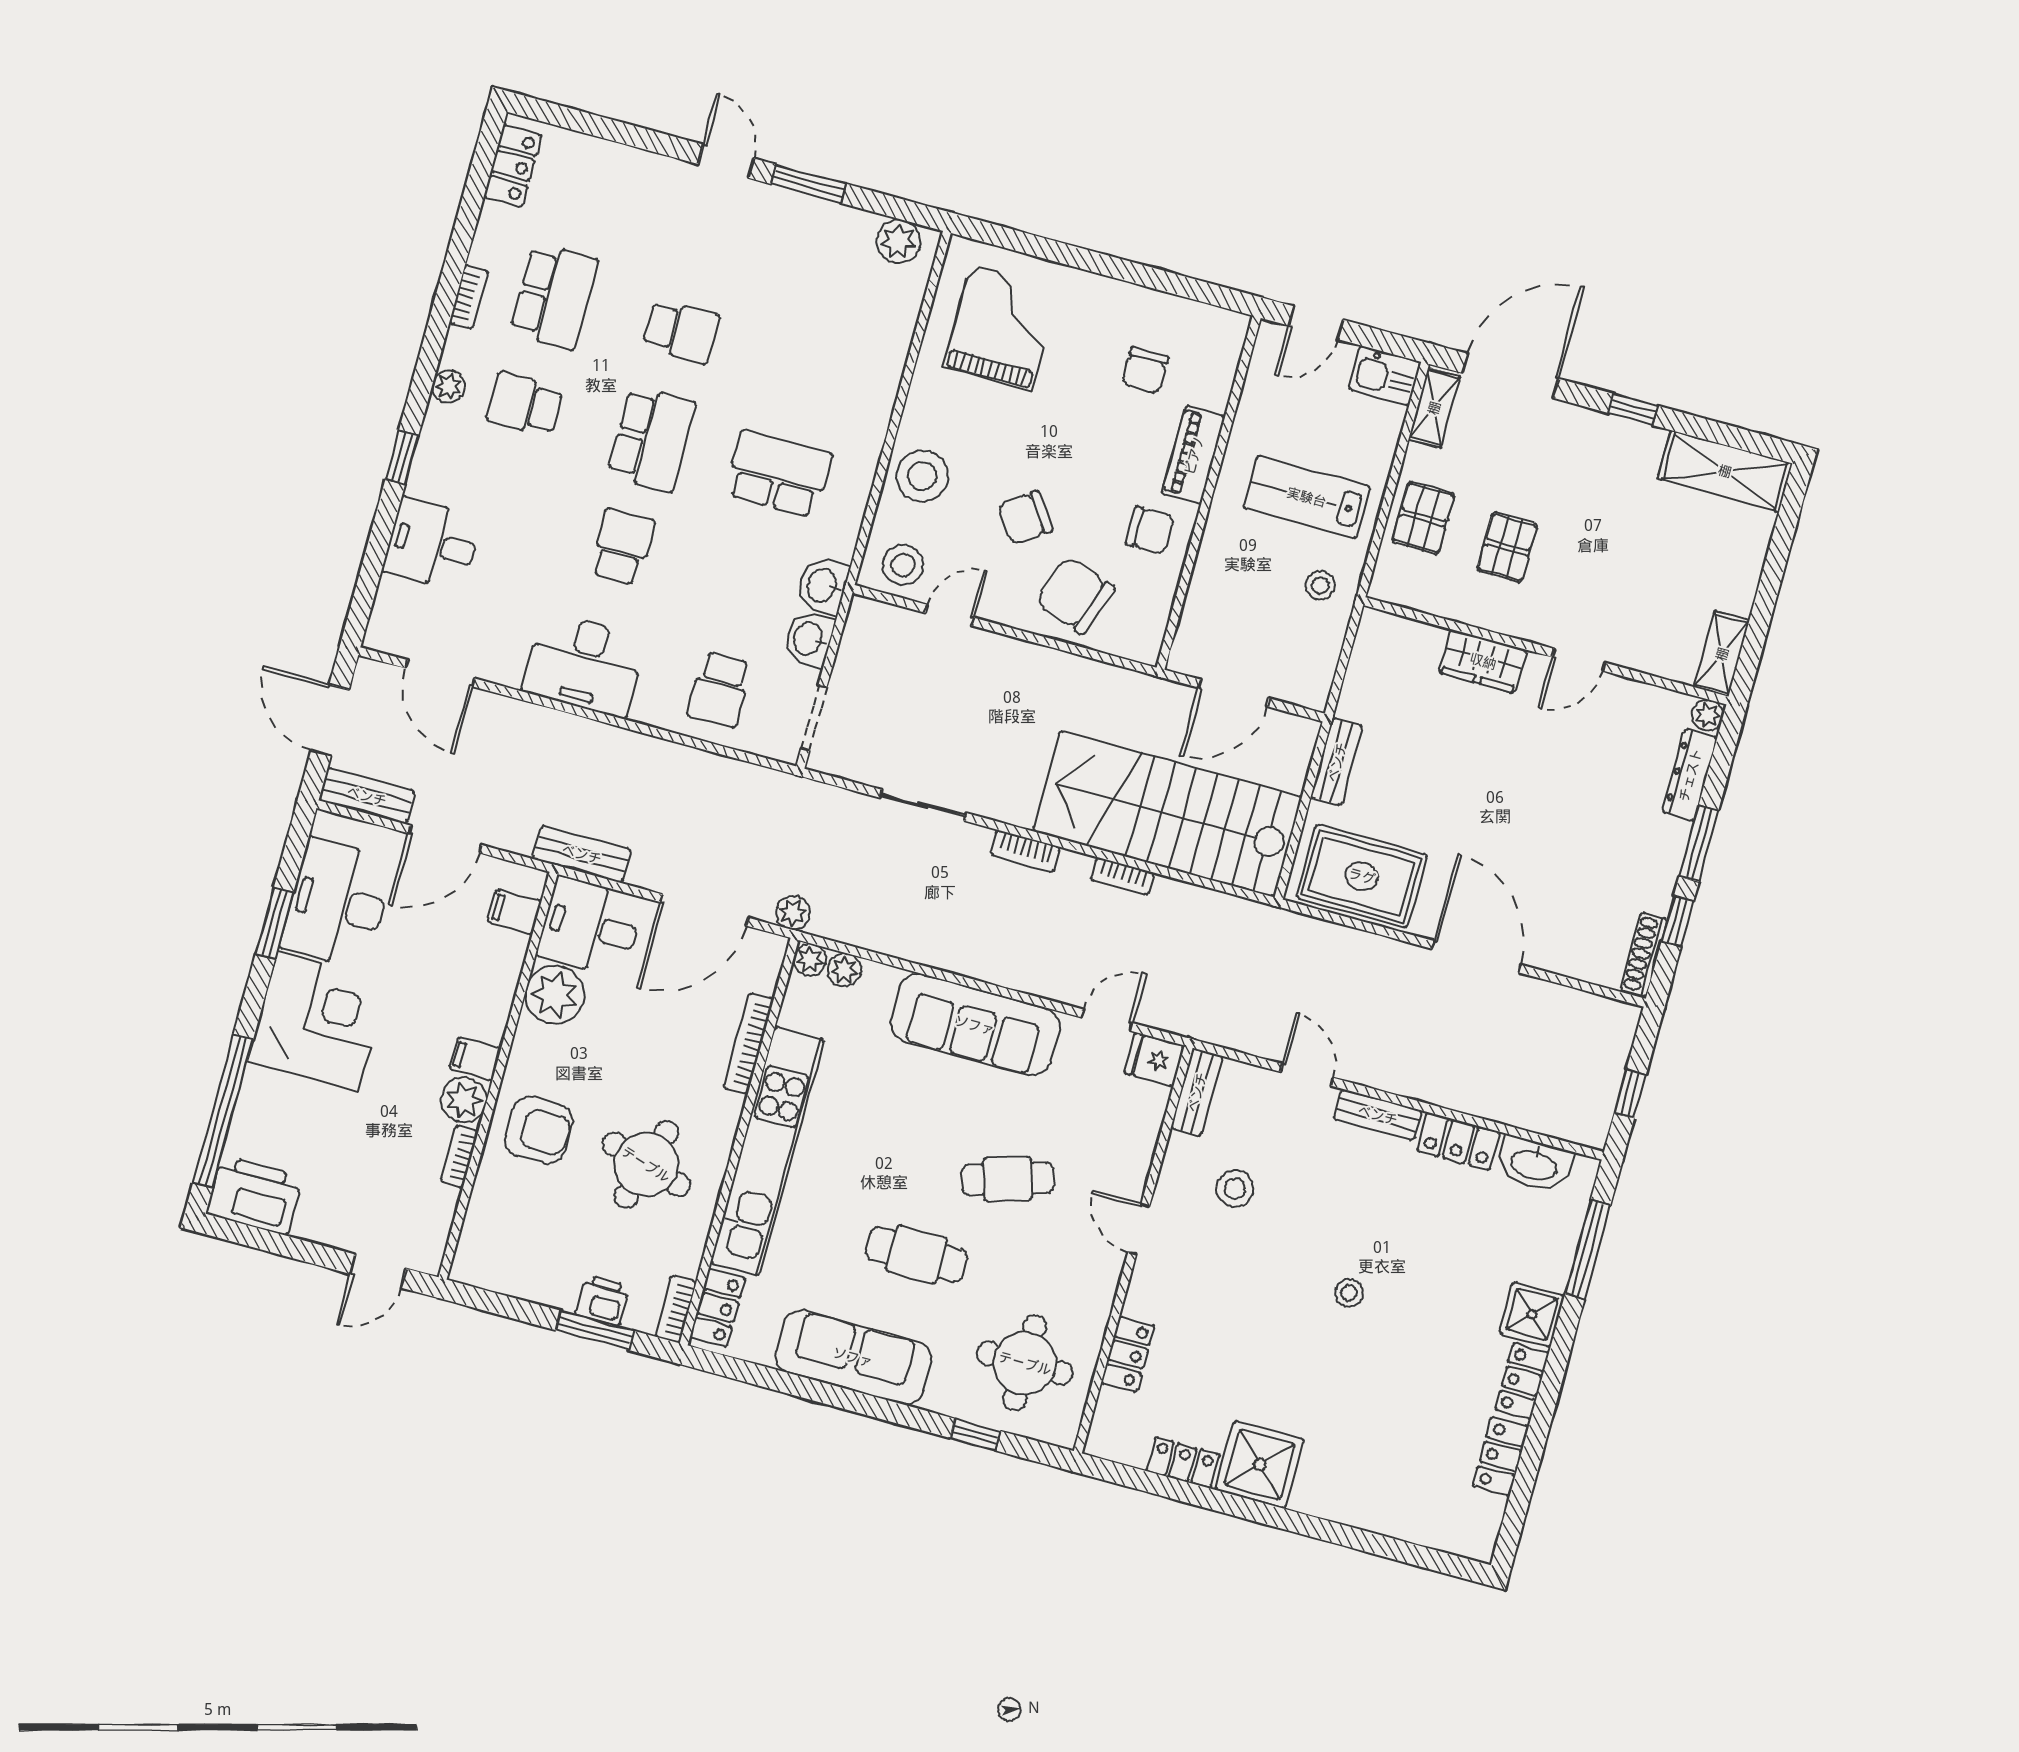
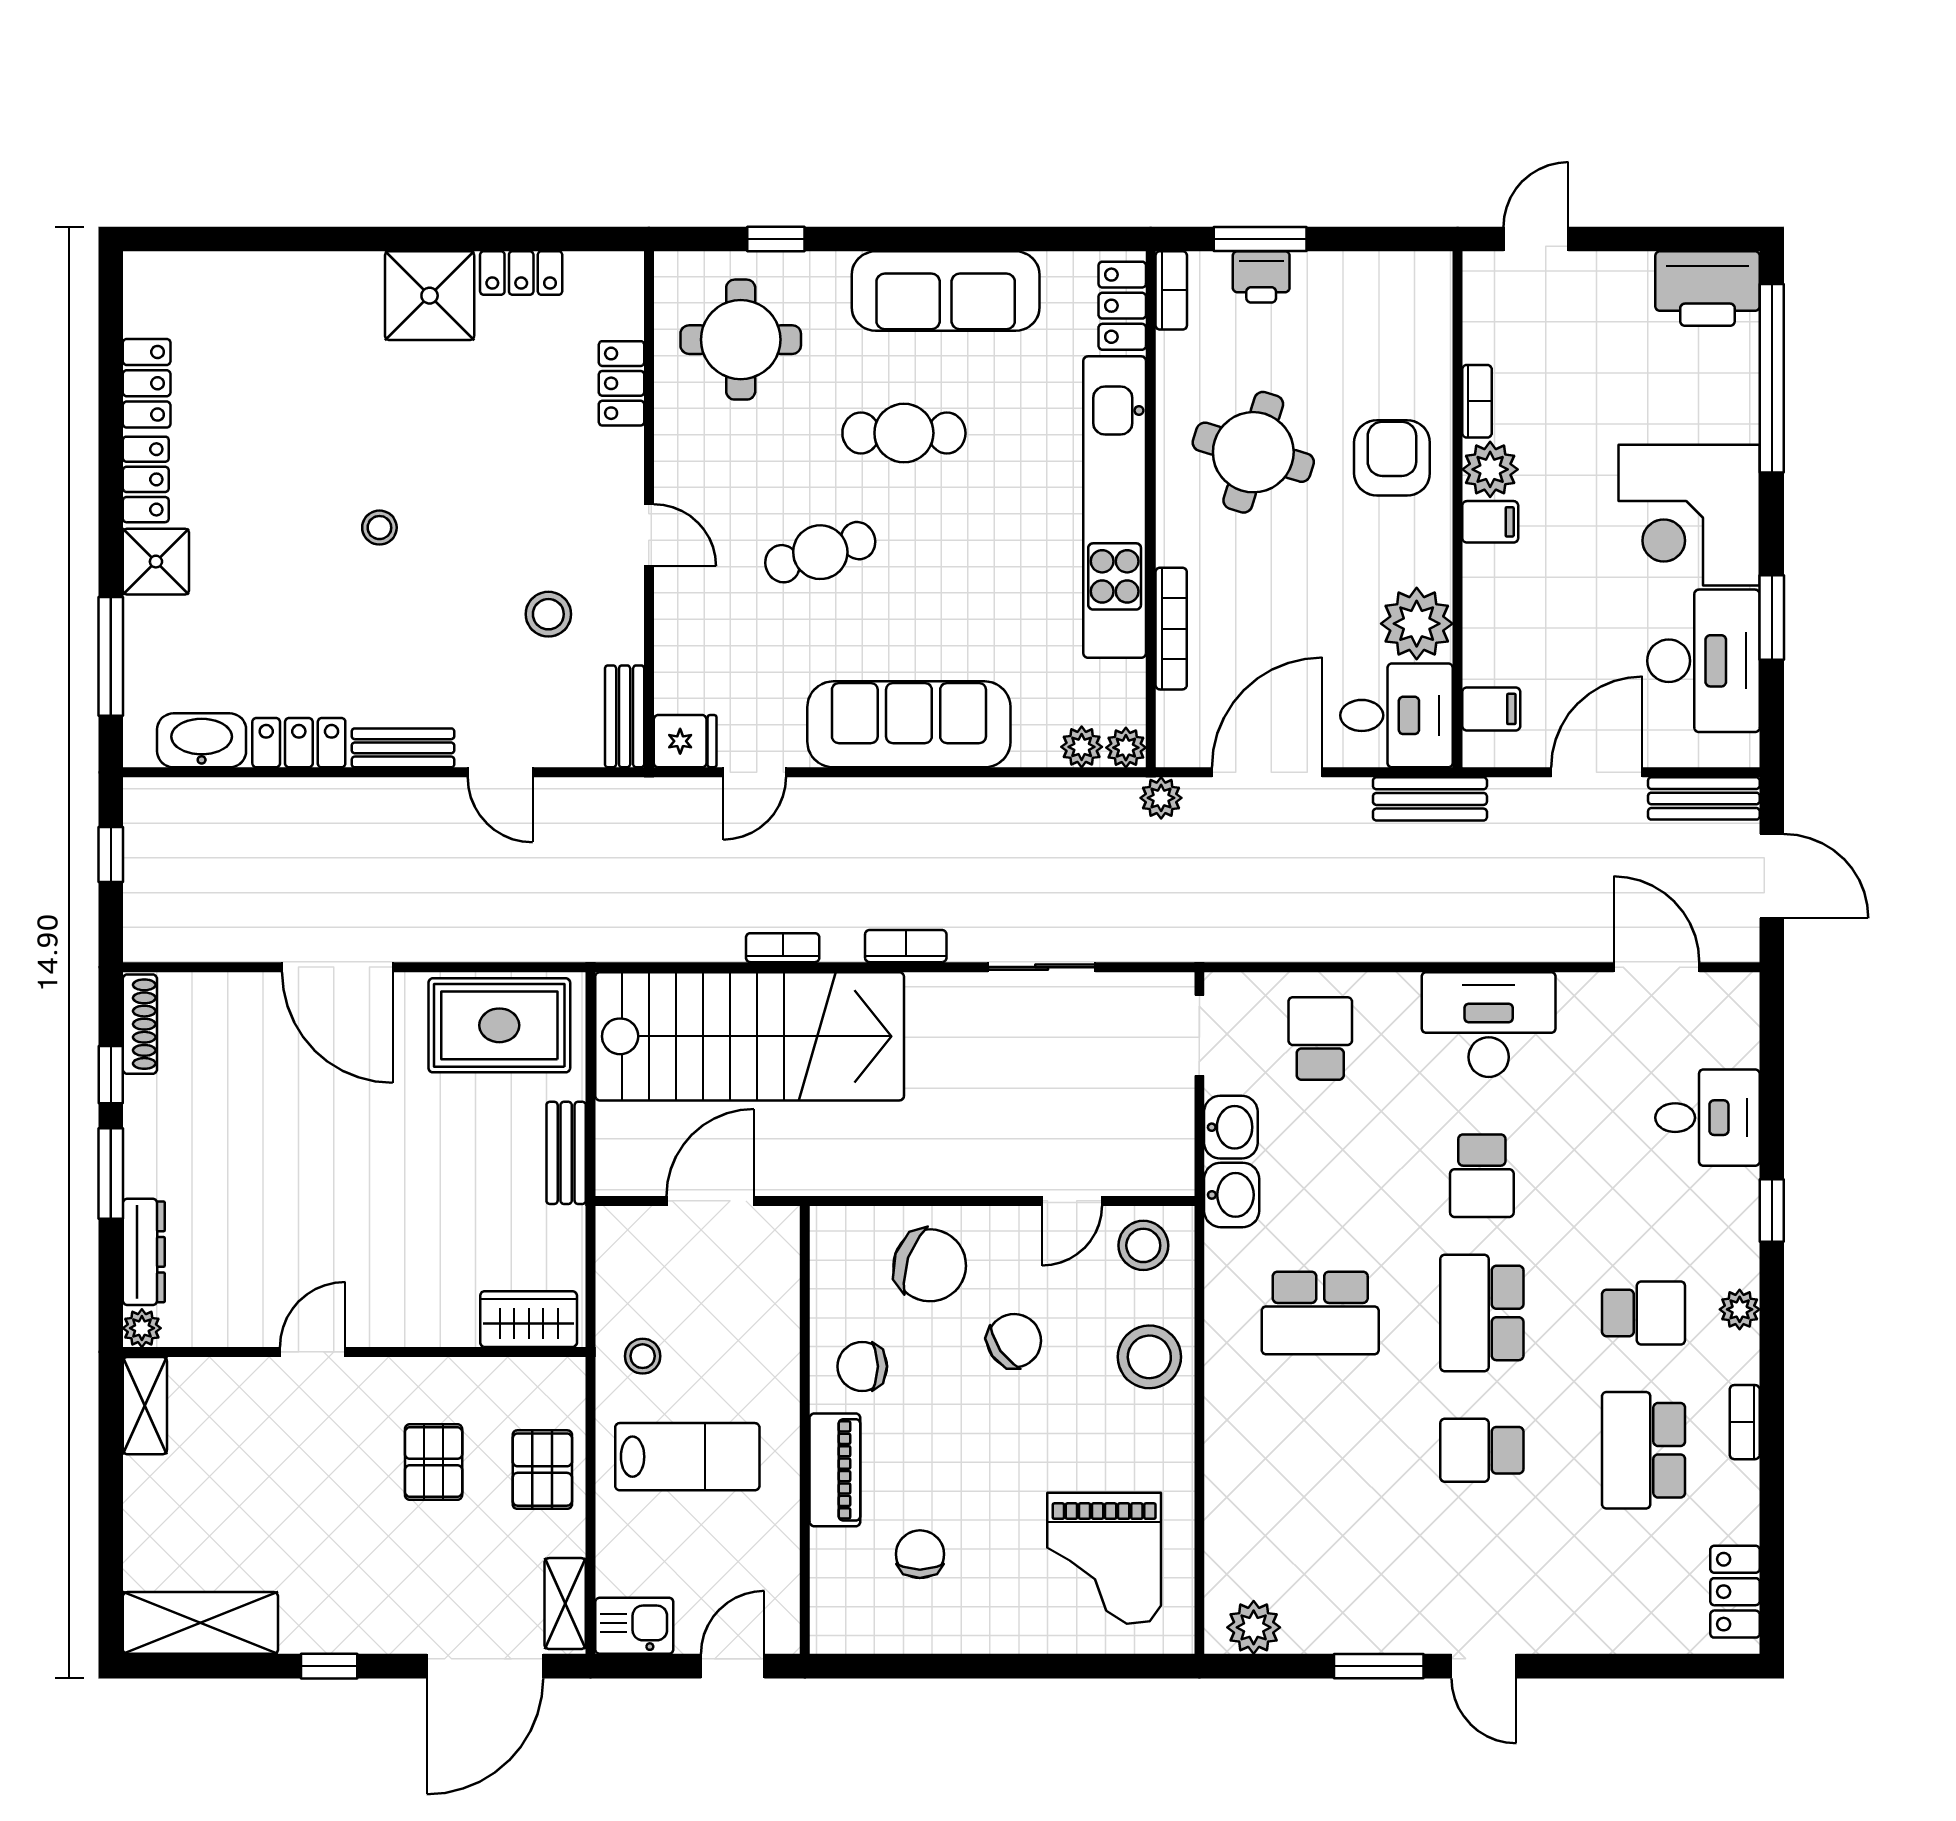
wardrobe: (1483, 661) -> (529, 1319), moved
armchair: (538, 1130) -> (1392, 458), turned 90

